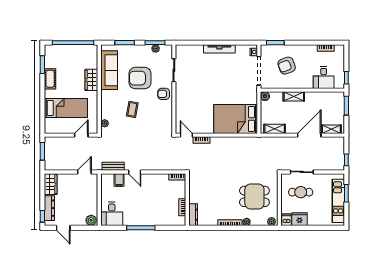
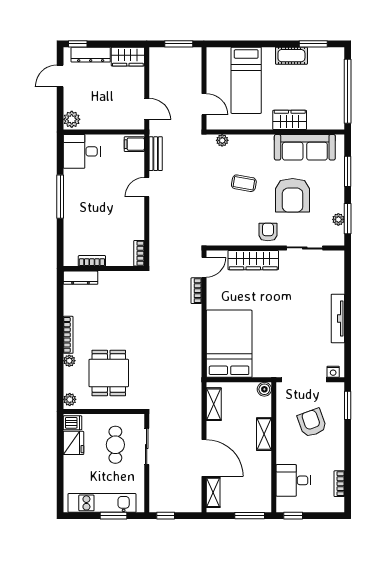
armchair: (140, 78) -> (293, 195), turned 180
wardrobe: (182, 103) -> (253, 260), added
filing cabinet: (119, 180) -> (134, 144), moved

